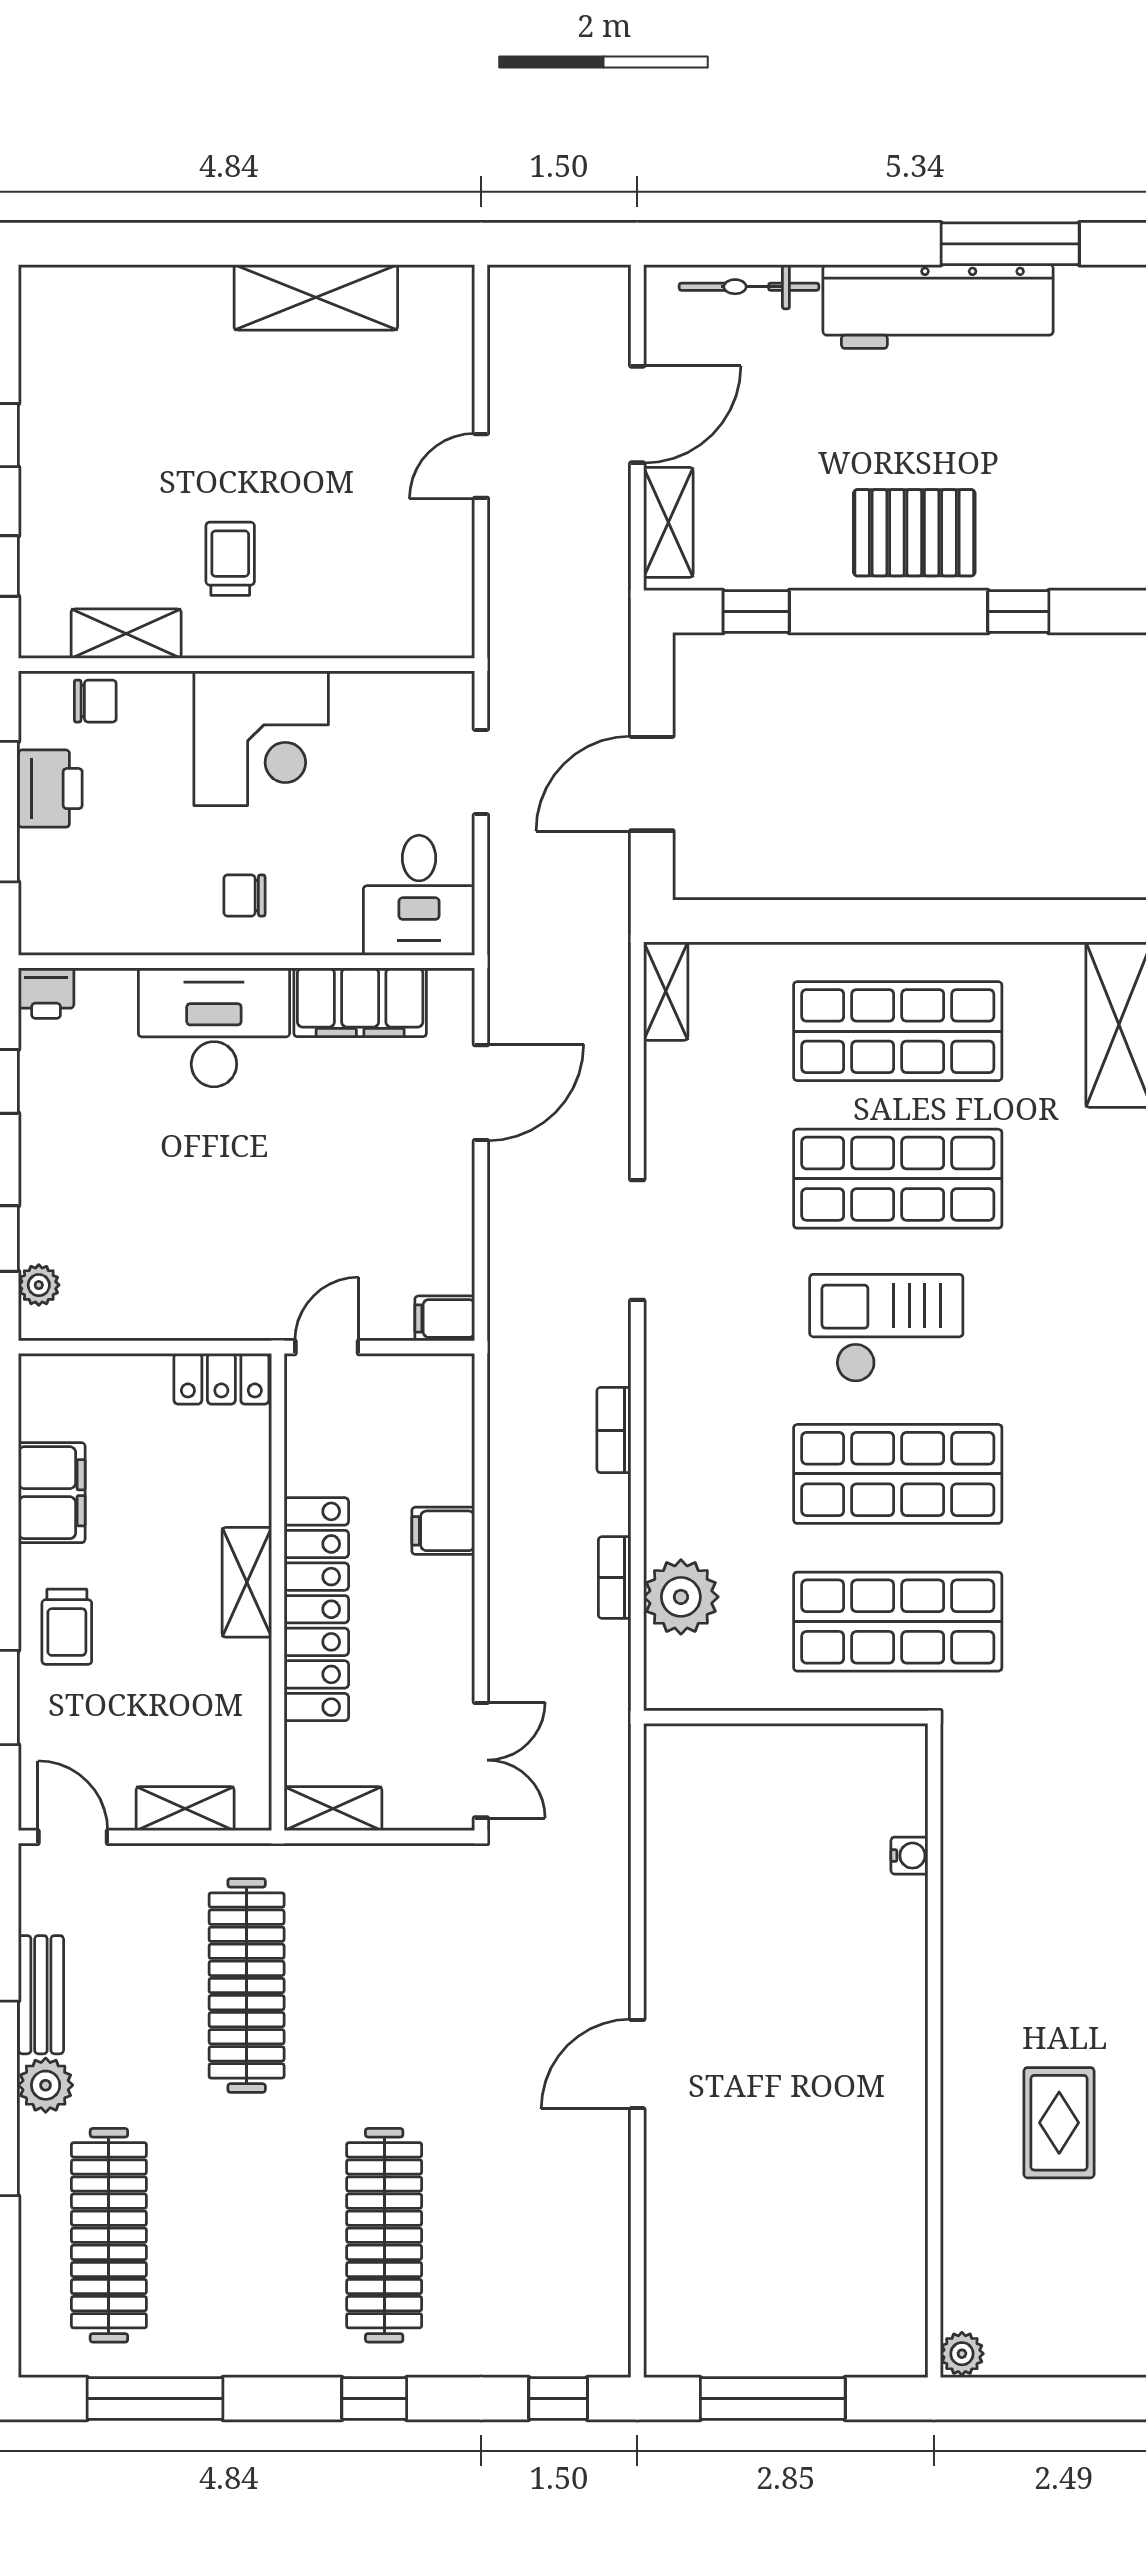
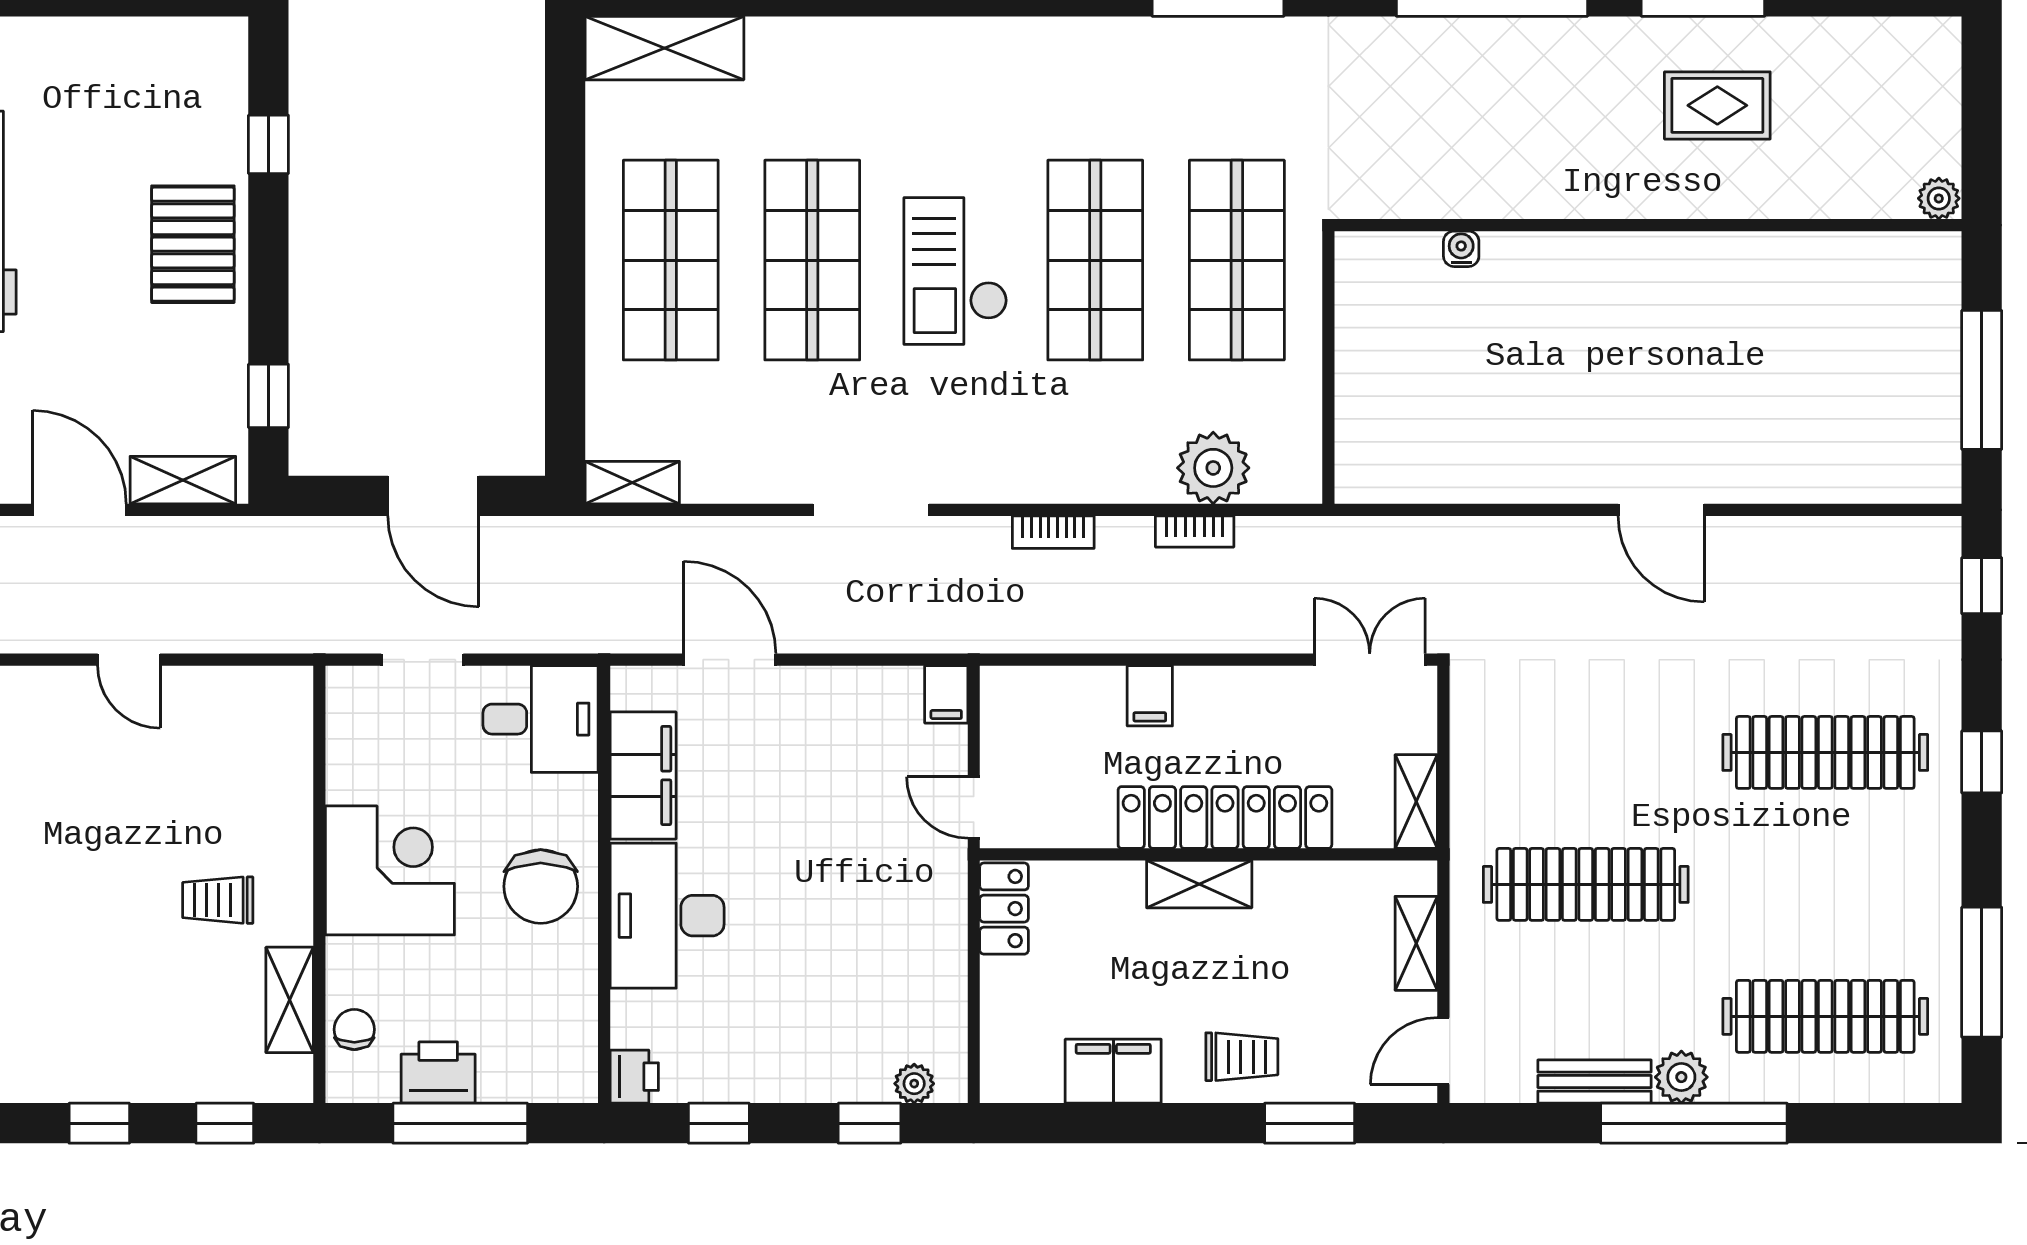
chair: (244, 896) -> (541, 886), width x1.87, depth x1.87

